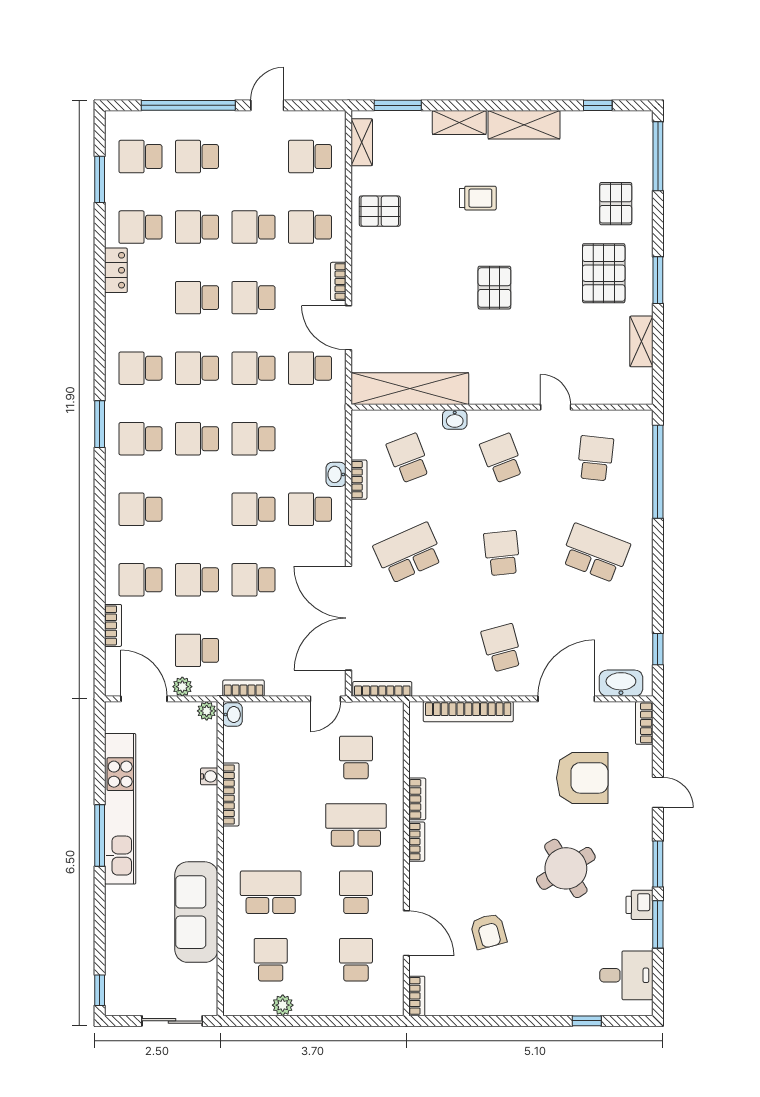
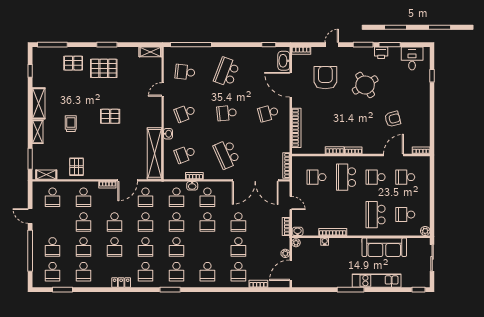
locker: (116, 270) -> (121, 283), moved
shelving: (641, 341) -> (150, 52), moved
school desk: (197, 650) -> (176, 197), moved
door: (325, 699) -> (291, 203), moved
kitchen unit: (120, 809) -> (377, 281), moved, width x0.73
plant: (283, 1005) -> (425, 231), moved

